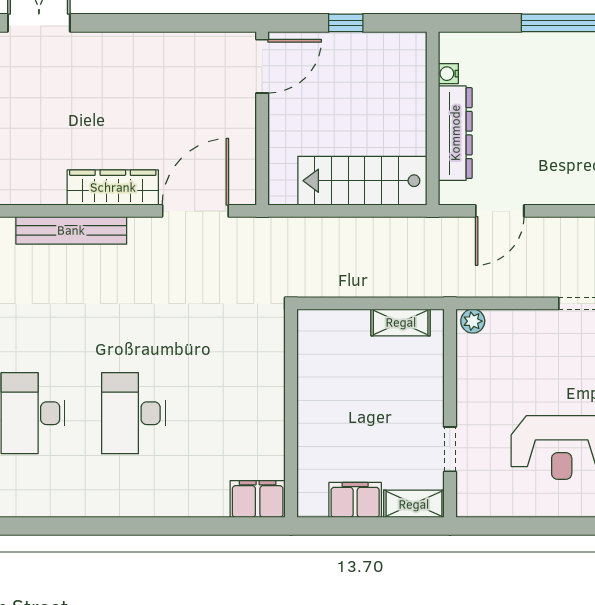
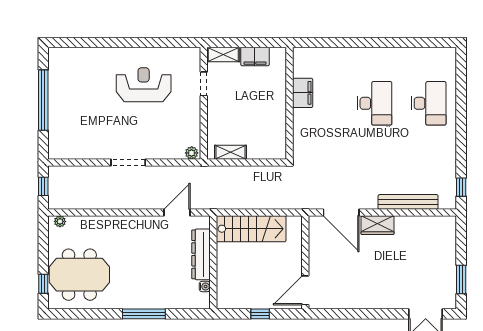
wardrobe: (113, 187) -> (378, 225), width x0.67
door: (195, 211) -> (341, 212), hinge flipped
filing cabinet: (258, 499) -> (303, 93), moved, turned -90

